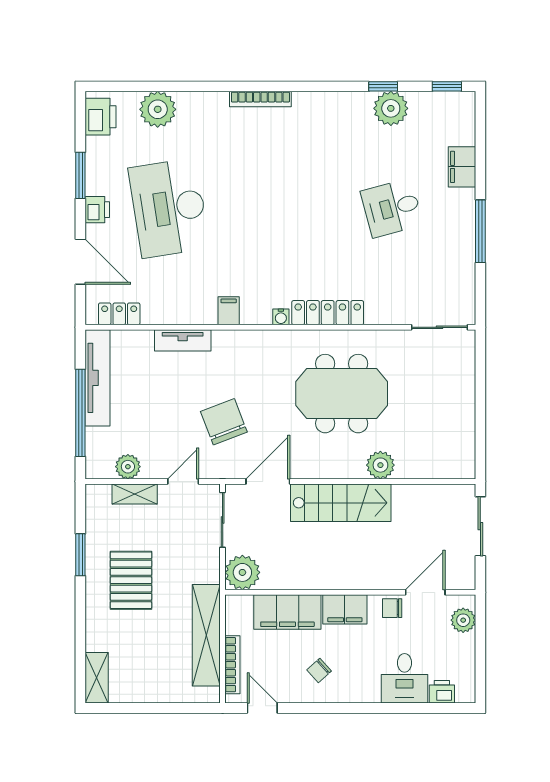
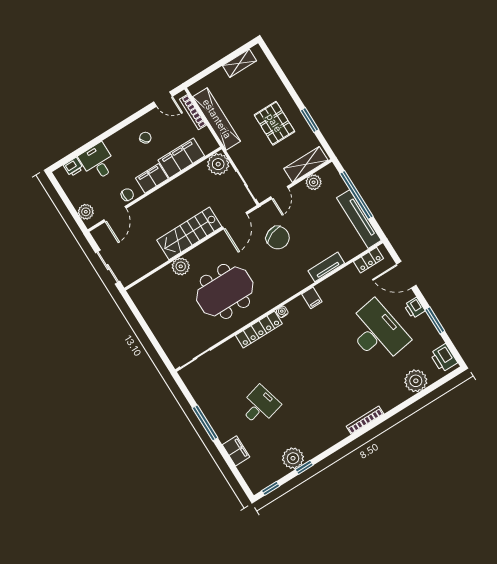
shelving: (135, 494) -> (306, 164), width x1.50, depth x1.33
shelving: (97, 678) -> (240, 63), moved, turned 90

